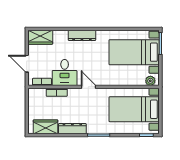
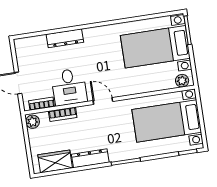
dresser: (82, 35) -> (65, 38), moved
wardrobe: (40, 37) -> (30, 46), removed
plant: (33, 94) -> (33, 122), added

